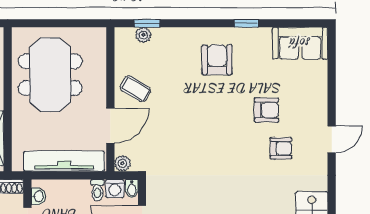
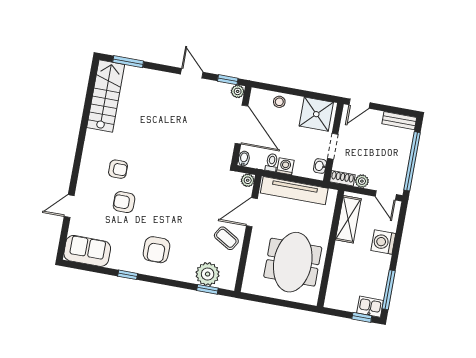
plant: (143, 35) -> (208, 274), width x1.88, depth x1.88
door: (332, 139) -> (69, 206), moved
armchair: (281, 148) -> (118, 169), turned 180
washing machine: (115, 188) -> (285, 166), moved

